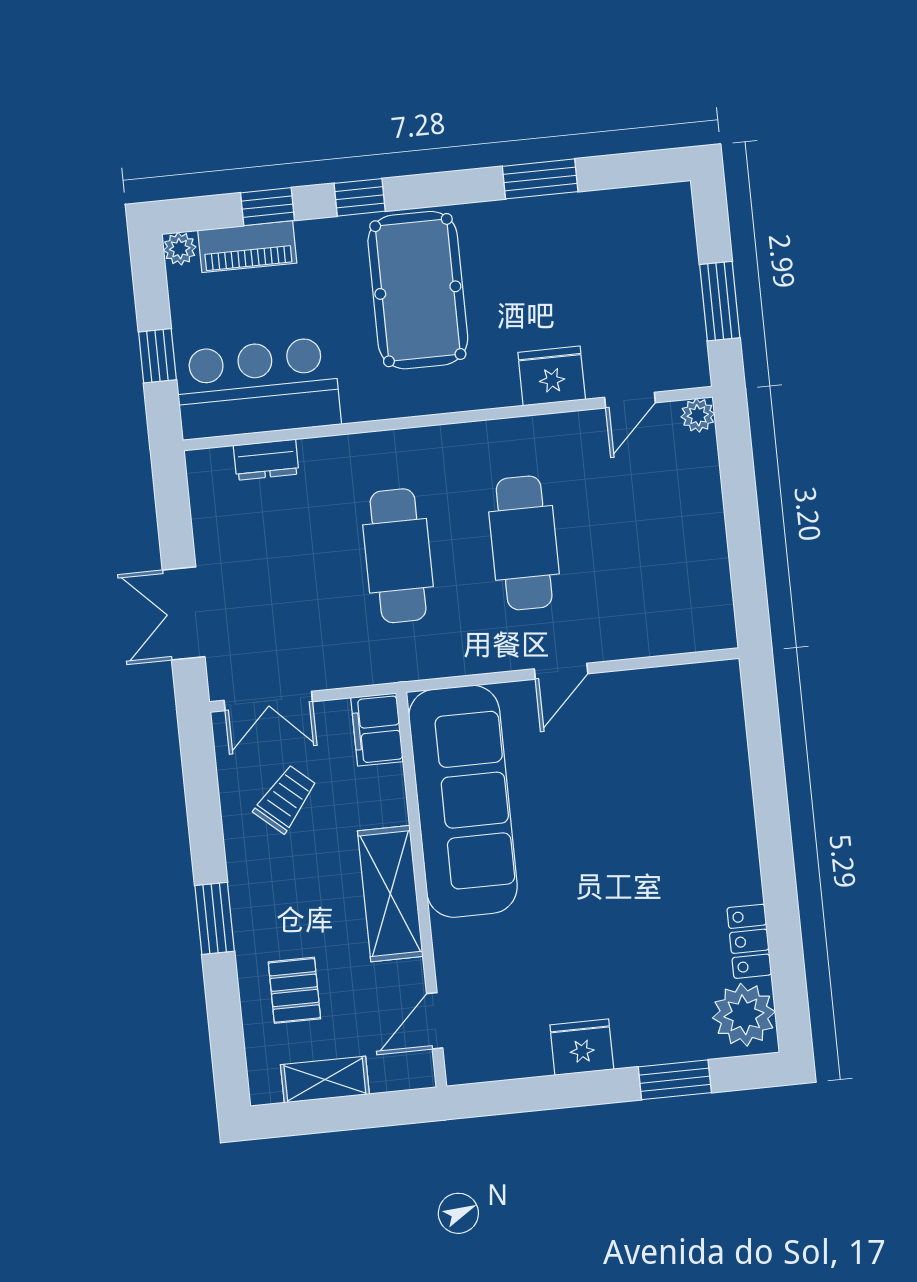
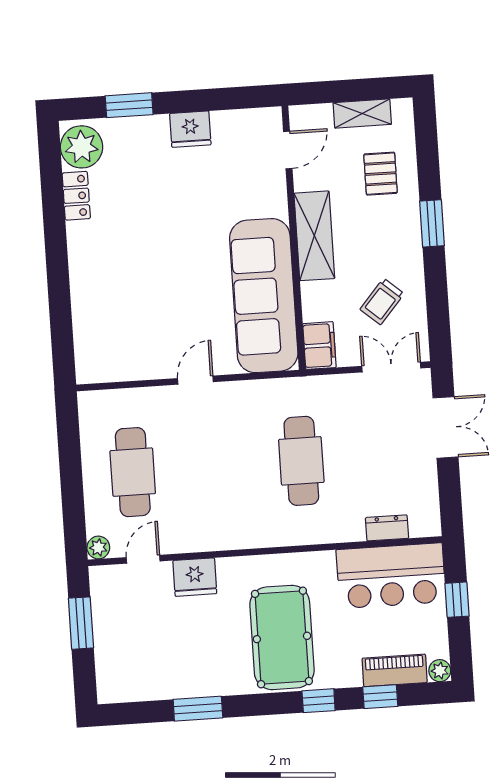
cafe table: (524, 543) -> (133, 472), moved

